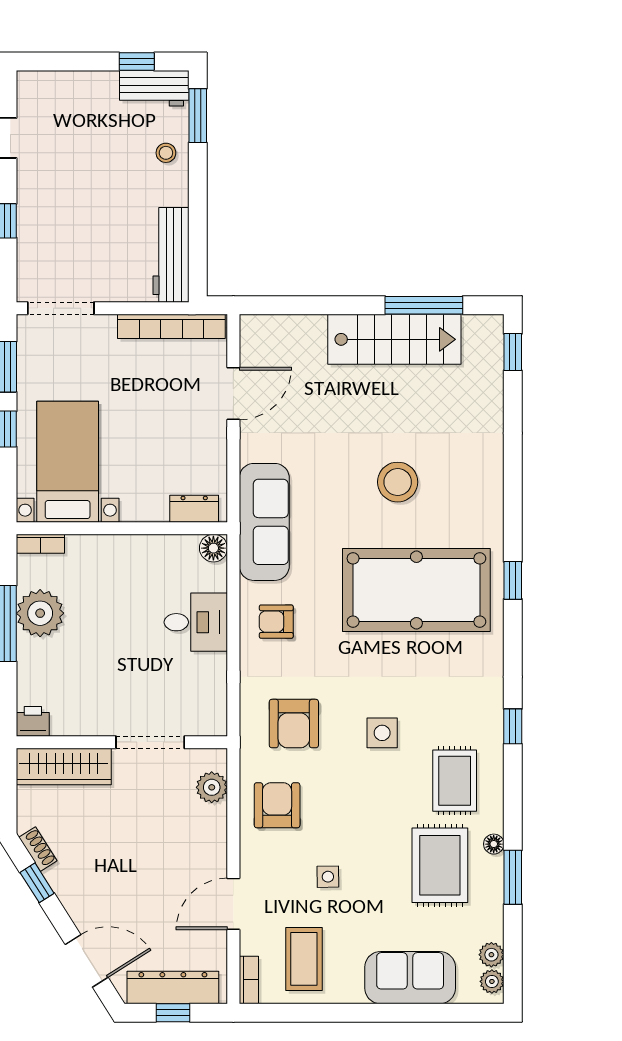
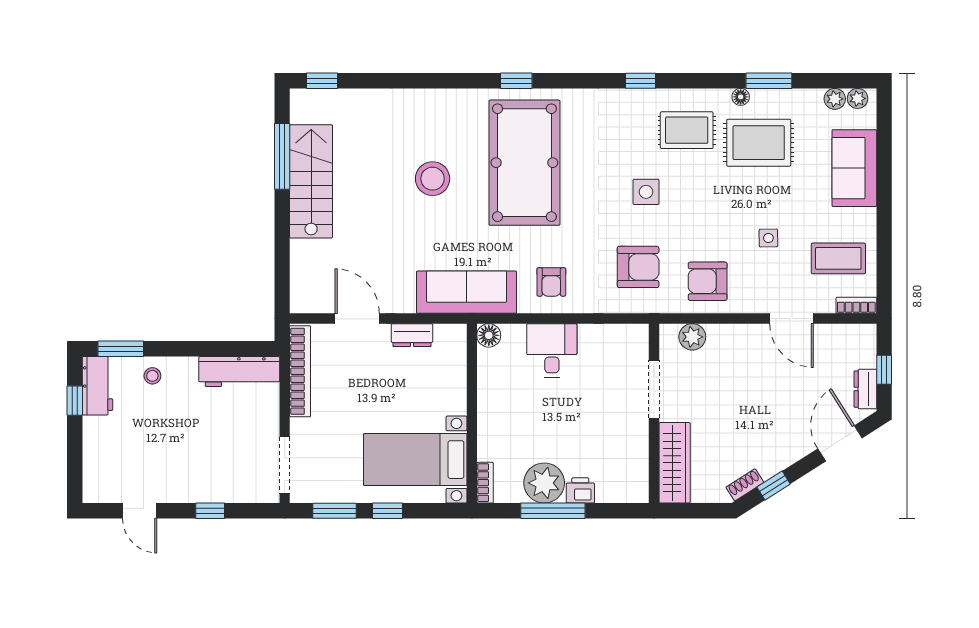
dresser: (194, 509) -> (412, 335), moved, turned -90
printer: (33, 721) -> (580, 490), moved, turned 90
dresser: (173, 987) -> (865, 389), width x0.51, depth x0.80

